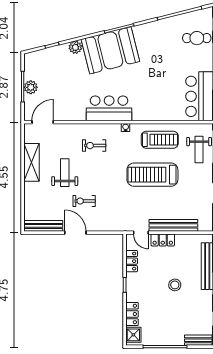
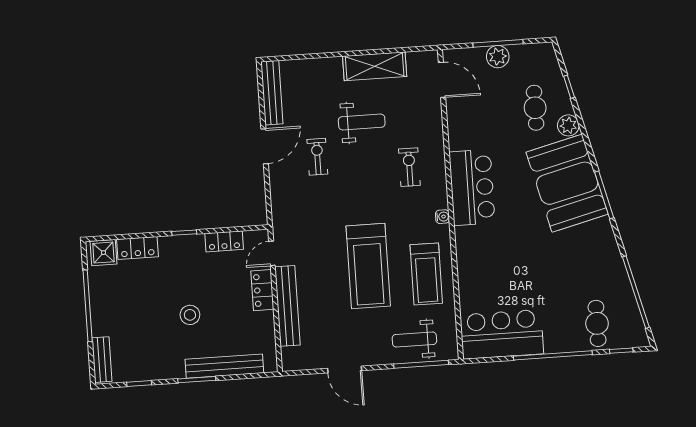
cafe table: (63, 67) -> (535, 108), added
treadmill: (152, 175) -> (368, 266), turned 180

